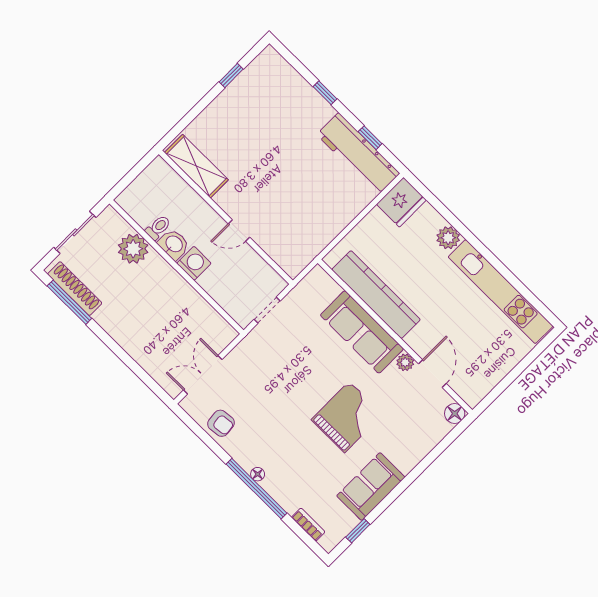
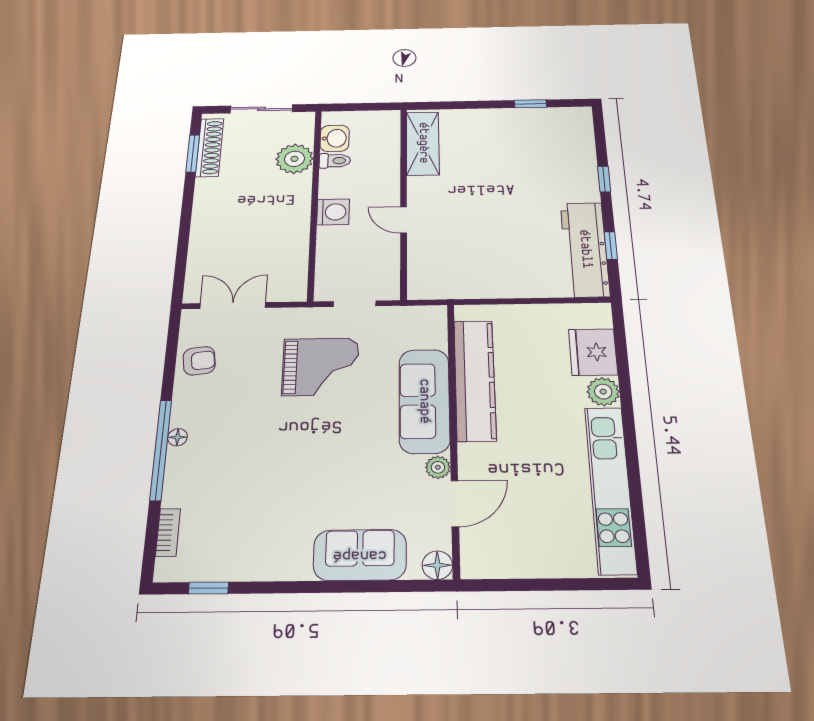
fridge: (401, 202) -> (593, 352), moved, turned 90
washbasin: (174, 244) -> (335, 138), moved
window: (69, 302) -> (193, 153), width x0.69
grand piano: (347, 417) -> (320, 367), moved
armchair: (221, 423) -> (199, 361), turned -90
sofa: (371, 487) -> (360, 555), moved

